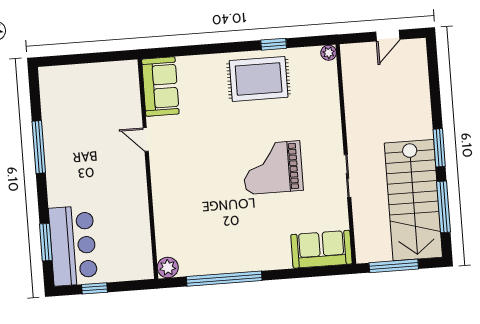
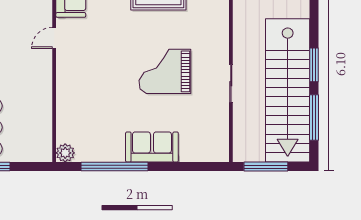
door: (146, 139) -> (54, 38), hinge flipped
stairs: (413, 200) -> (288, 90), width x1.36
sofa: (321, 249) -> (152, 147), moved

